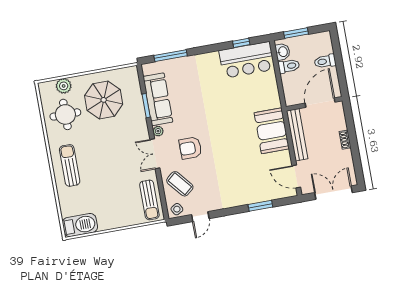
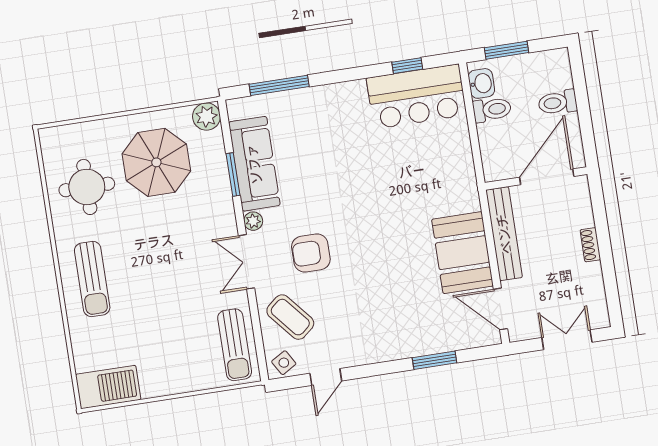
plant: (64, 86) -> (206, 117), moved
booth: (272, 131) -> (463, 253), moved
sun lounger: (70, 165) -> (92, 279), turned 180
double door: (333, 193) -> (567, 340), width x0.73

